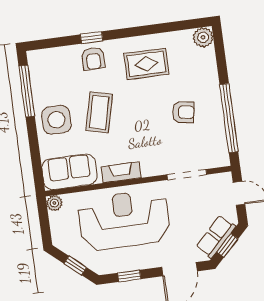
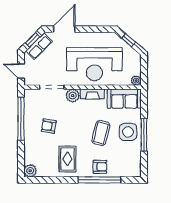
window: (92, 38) -> (99, 180), width x3.17
armchair: (93, 59) -> (100, 167), turned 90
rug: (146, 64) -> (68, 159), turned 90
window: (27, 91) -> (144, 135), moved
plant: (152, 166) -> (73, 96), added
window: (129, 276) -> (96, 29), removed

